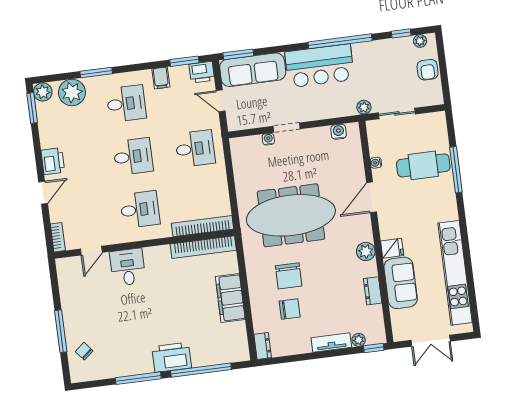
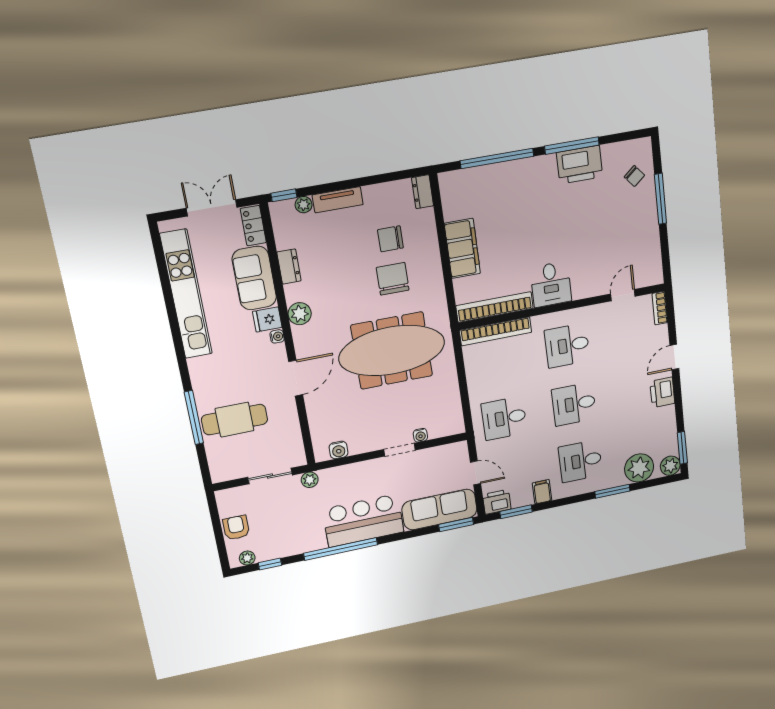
water cooler: (376, 163) -> (277, 336), moved
desk: (128, 267) -> (551, 284), moved
locker: (399, 325) -> (253, 226), added
printer: (172, 357) -> (580, 165), moved

